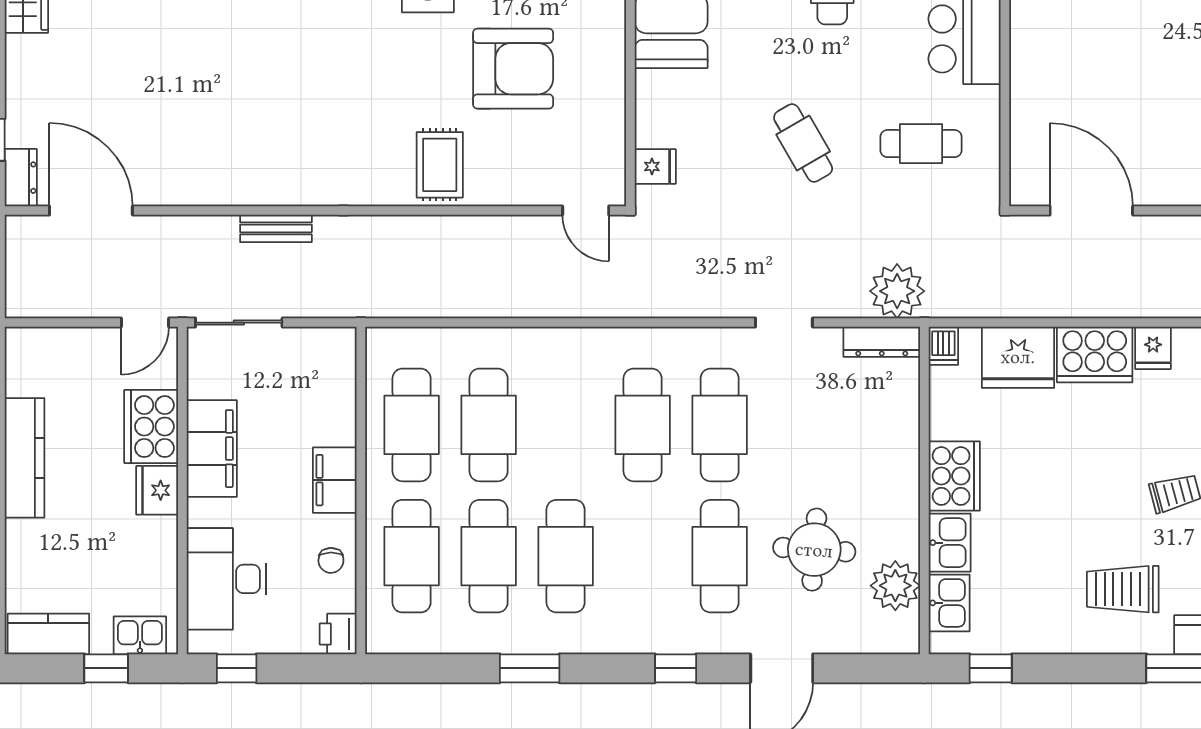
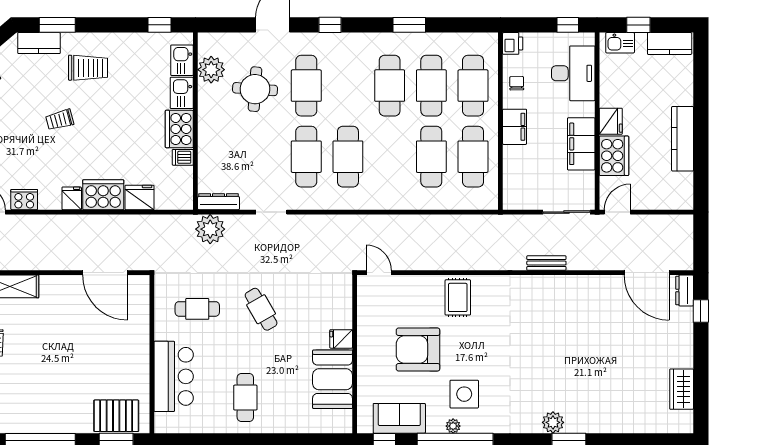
fridge: (655, 166) -> (341, 339), moved
dishwasher: (943, 346) -> (183, 157), moved, turned -90
fridge: (1018, 357) -> (140, 197), width x0.73, depth x0.75

